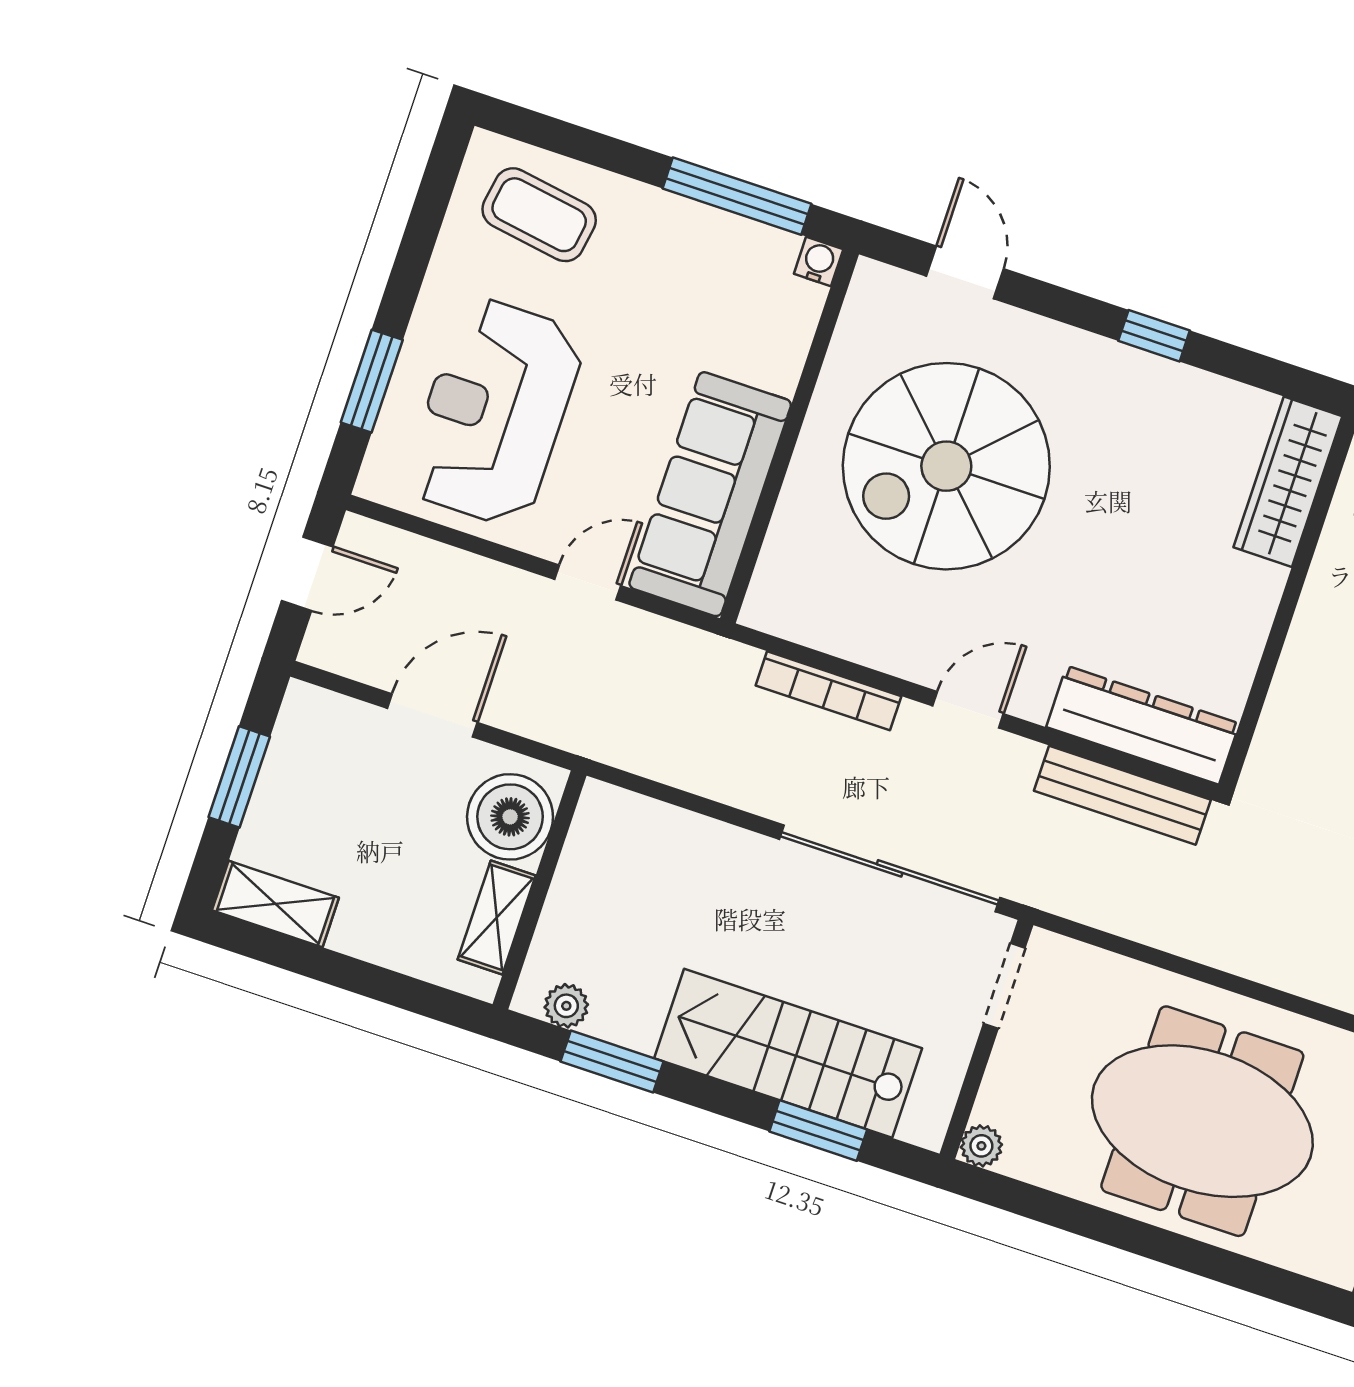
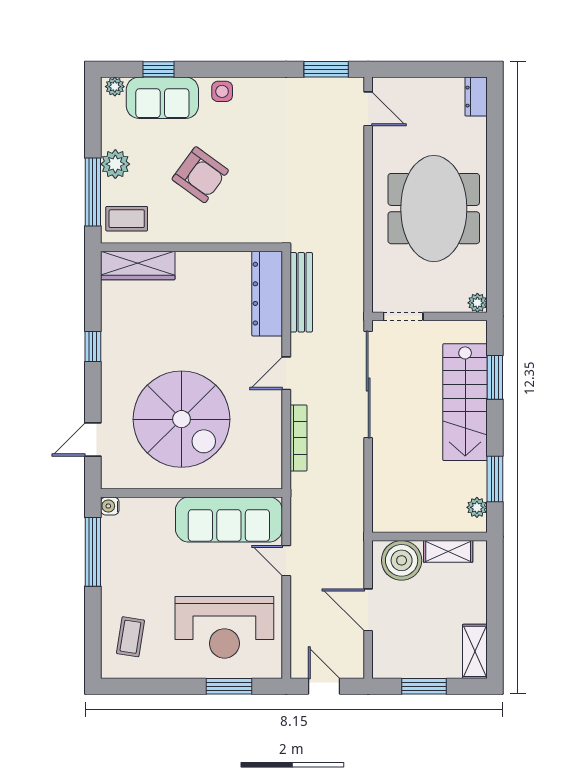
coffee table: (539, 215) -> (130, 637), width x0.73, depth x0.77
door: (968, 710) -> (286, 373), hinge flipped

